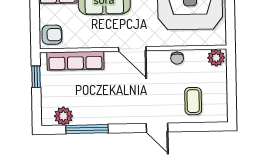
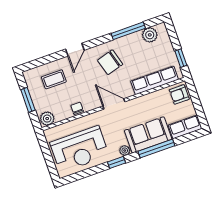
window: (231, 87) -> (28, 100), added
chair: (121, 99) -> (110, 62), added
coffee table: (193, 101) -> (54, 79), turned 90
door: (157, 128) -> (75, 50), swing flipped

